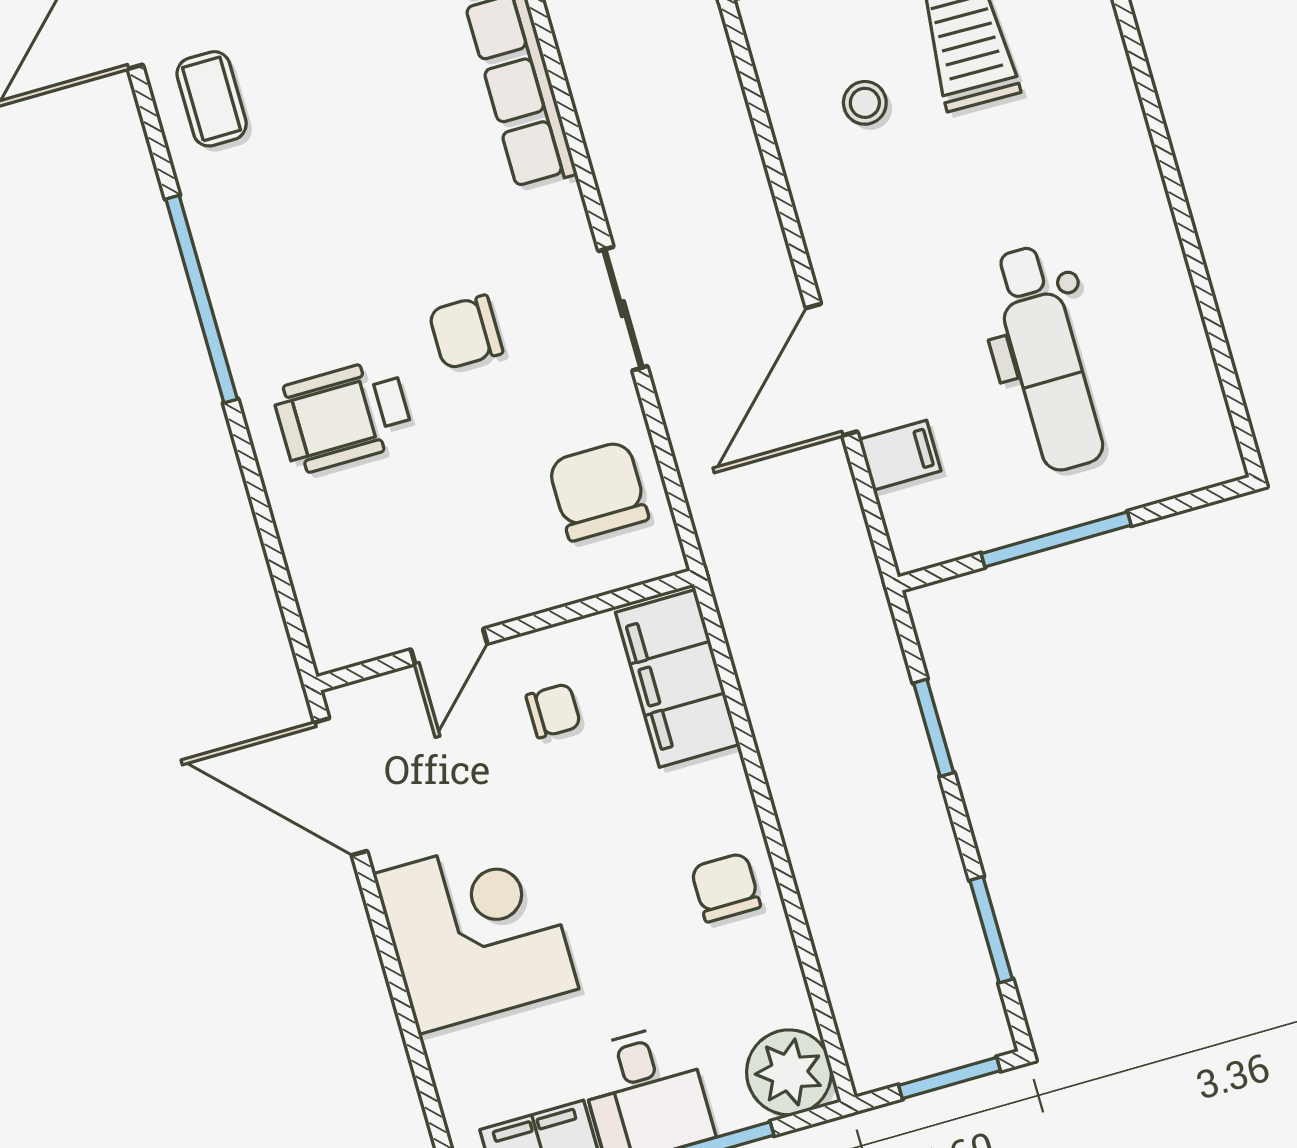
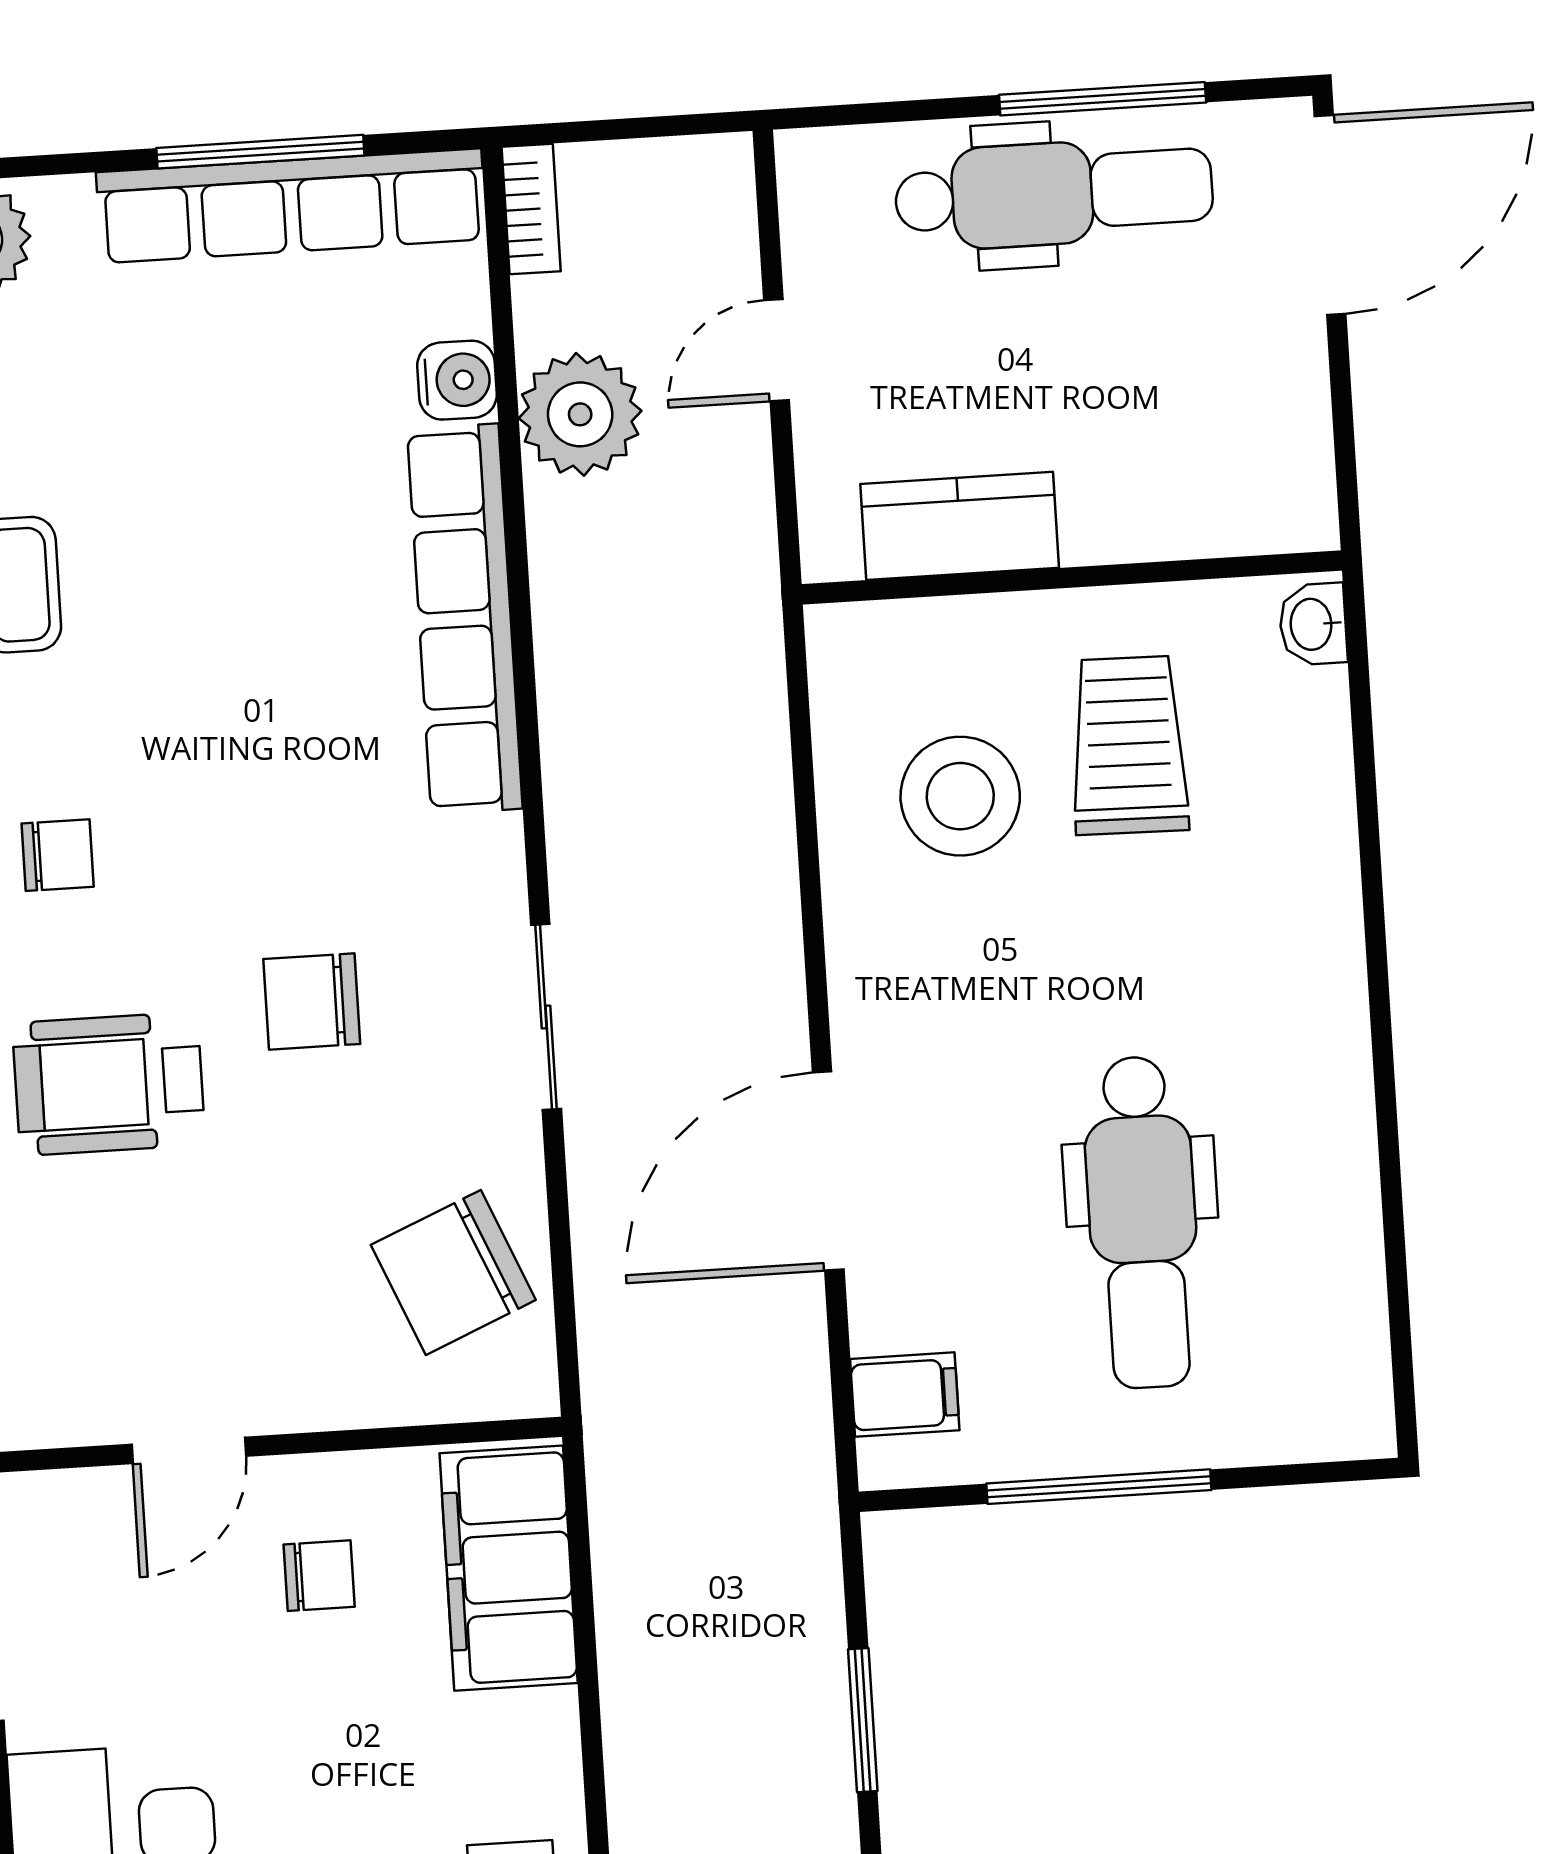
stool: (865, 103) -> (960, 796), width x1.89, depth x1.89
chair: (277, 272) -> (58, 855), added
filing cabinet: (900, 455) -> (905, 1395), moved
chair: (598, 491) -> (453, 1272), turned -113

